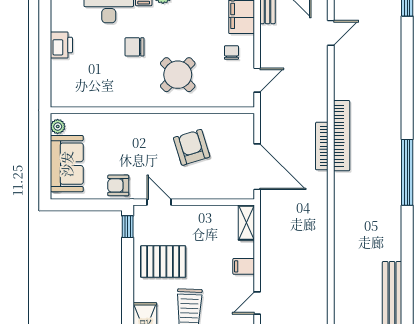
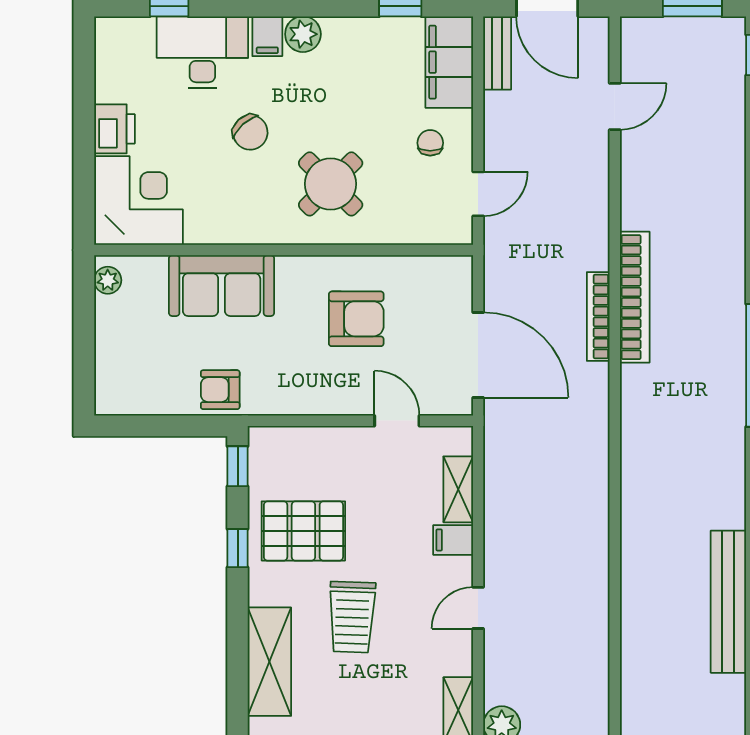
chair: (134, 47) -> (250, 132), turned -132
corner desk: (74, 84) -> (139, 201), added
armchair: (192, 147) -> (356, 319), turned 107
sofa: (67, 164) -> (222, 286), moved, turned 90
door: (159, 202) -> (397, 421), moved
shelving: (246, 223) -> (458, 489), moved
window: (128, 271) -> (238, 548), added

